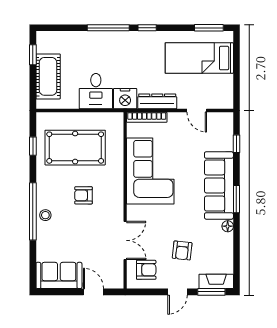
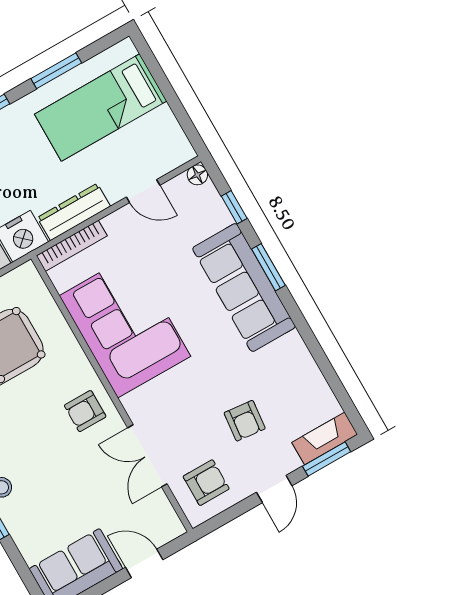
window: (209, 28) -> (56, 71), moved
armchair: (83, 195) -> (85, 411), moved
window: (236, 199) -> (268, 267), moved
floor lamp: (228, 226) -> (197, 175), moved
double door: (125, 240) -> (147, 456), swing flipped

